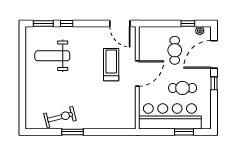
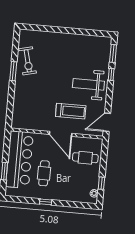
cafe table: (175, 50) -> (85, 158), moved
door: (214, 54) -> (72, 204), removed
weight bench: (52, 56) -> (88, 84), moved, turned -90

